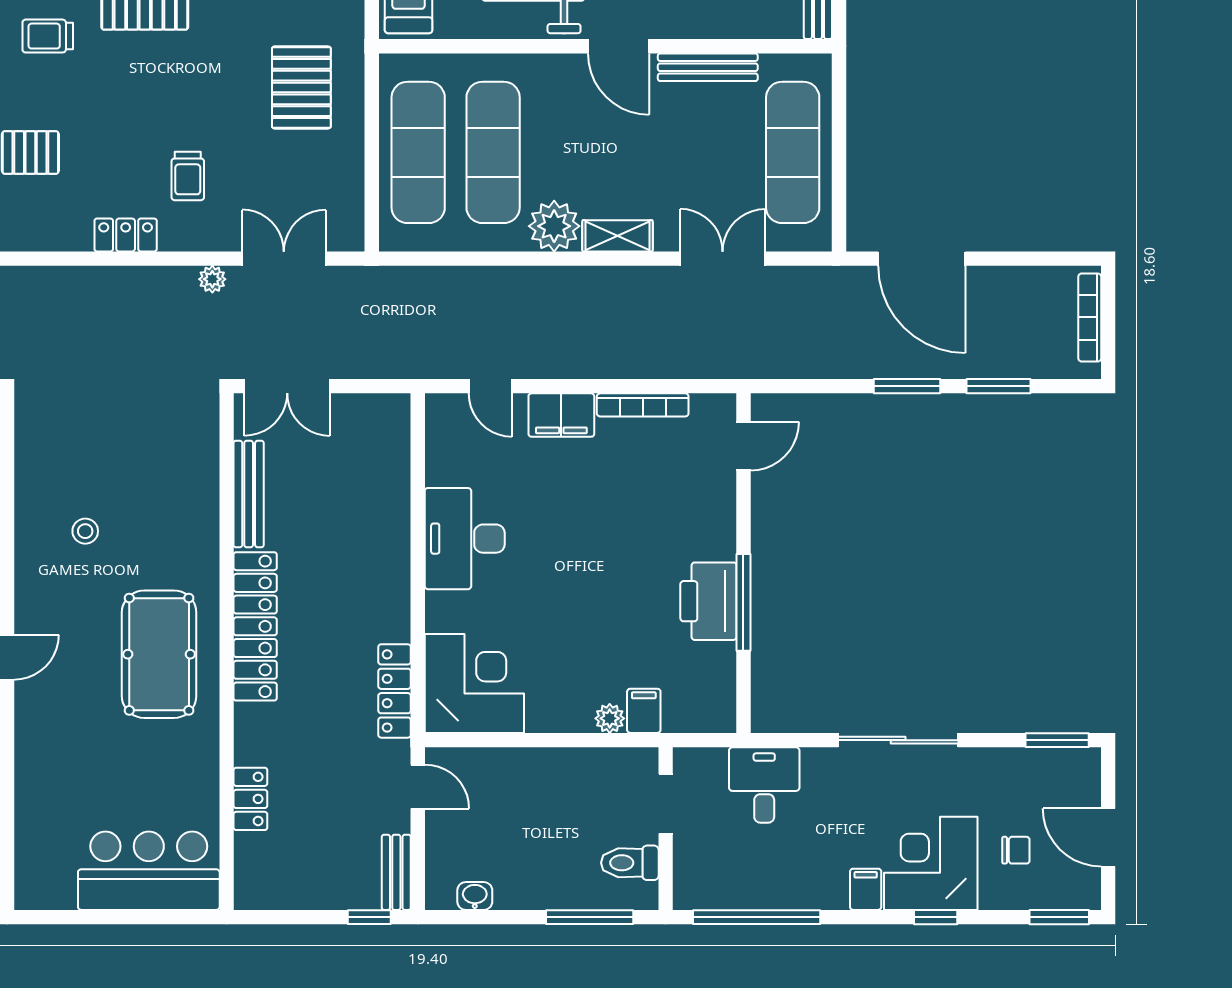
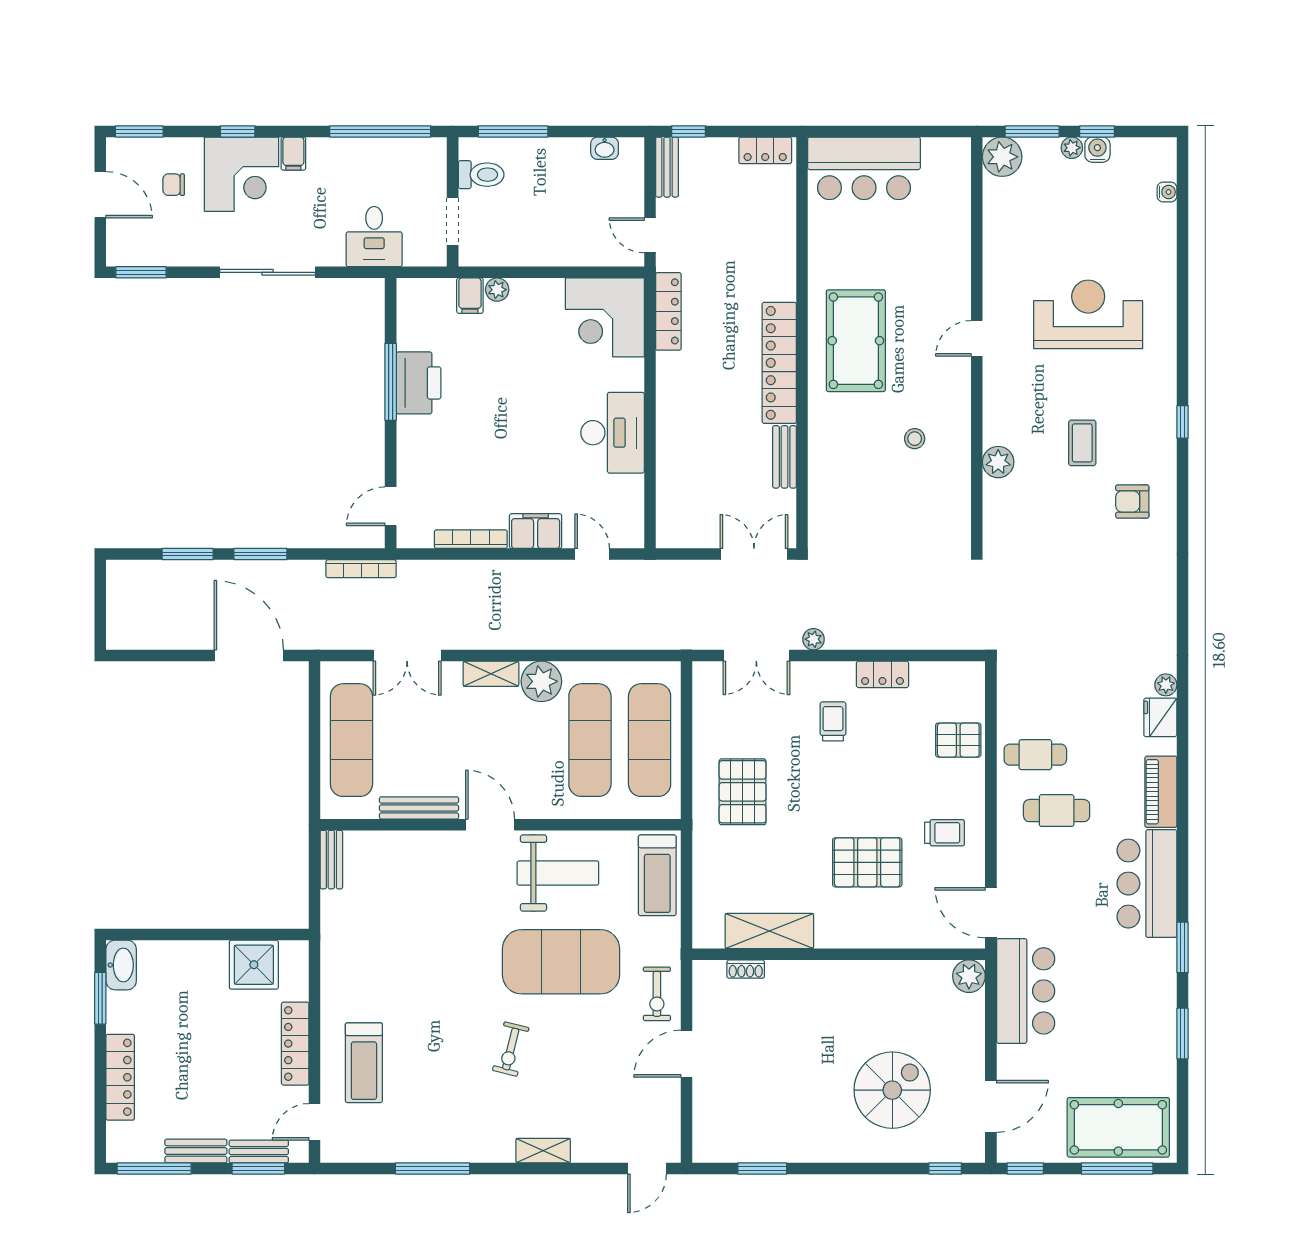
bookcase: (1090, 317) -> (361, 569), moved, turned 90
bench: (249, 494) -> (785, 457), width x0.73
locker: (250, 799) -> (765, 150), moved, turned -90

